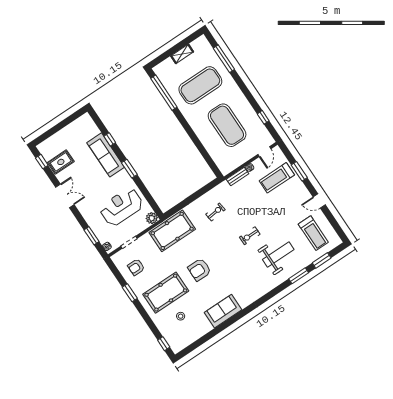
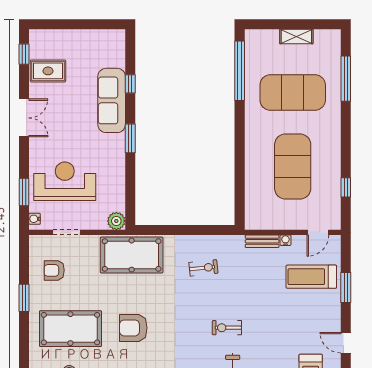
reception desk: (121, 207) -> (65, 181), moved

